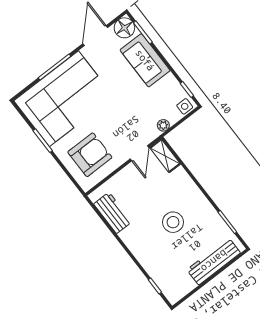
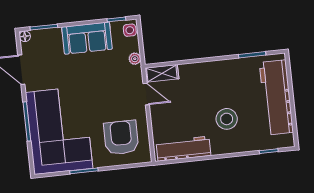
floor lamp: (124, 28) -> (25, 36), width x0.53, depth x0.53
sofa: (145, 60) -> (87, 38), moved
workbench: (113, 213) -> (183, 149), width x1.38
stool: (173, 222) -> (227, 119), moved
workbench: (214, 261) -> (276, 97), width x1.36, depth x1.32

